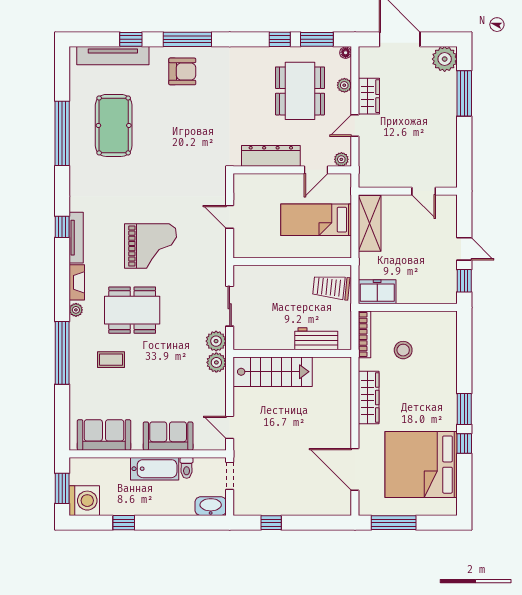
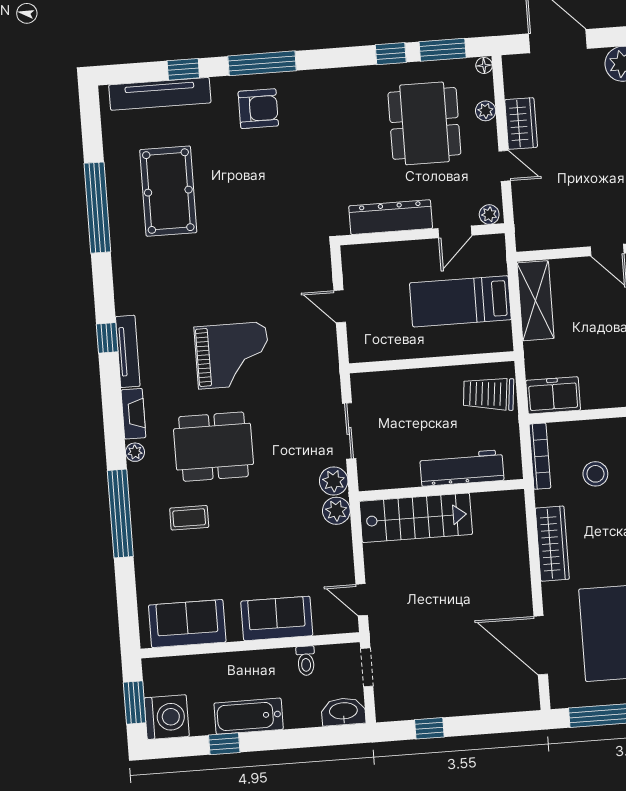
door: (355, 125) -> (505, 166), swing flipped
workbench: (316, 339) -> (462, 468), width x1.38
bathtub: (155, 469) -> (249, 716), moved, turned 180

